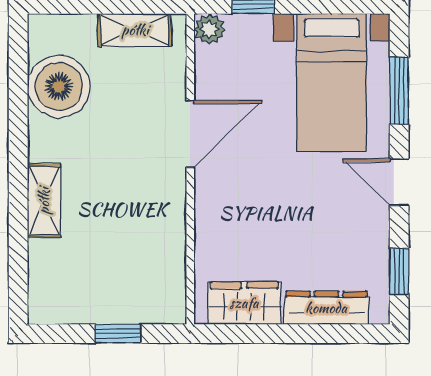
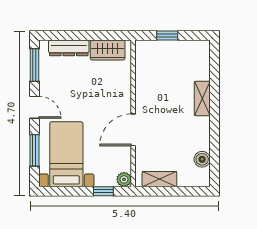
boiler: (59, 86) -> (202, 159), width x0.54, depth x0.54
window: (399, 271) -> (34, 65), width x1.50

